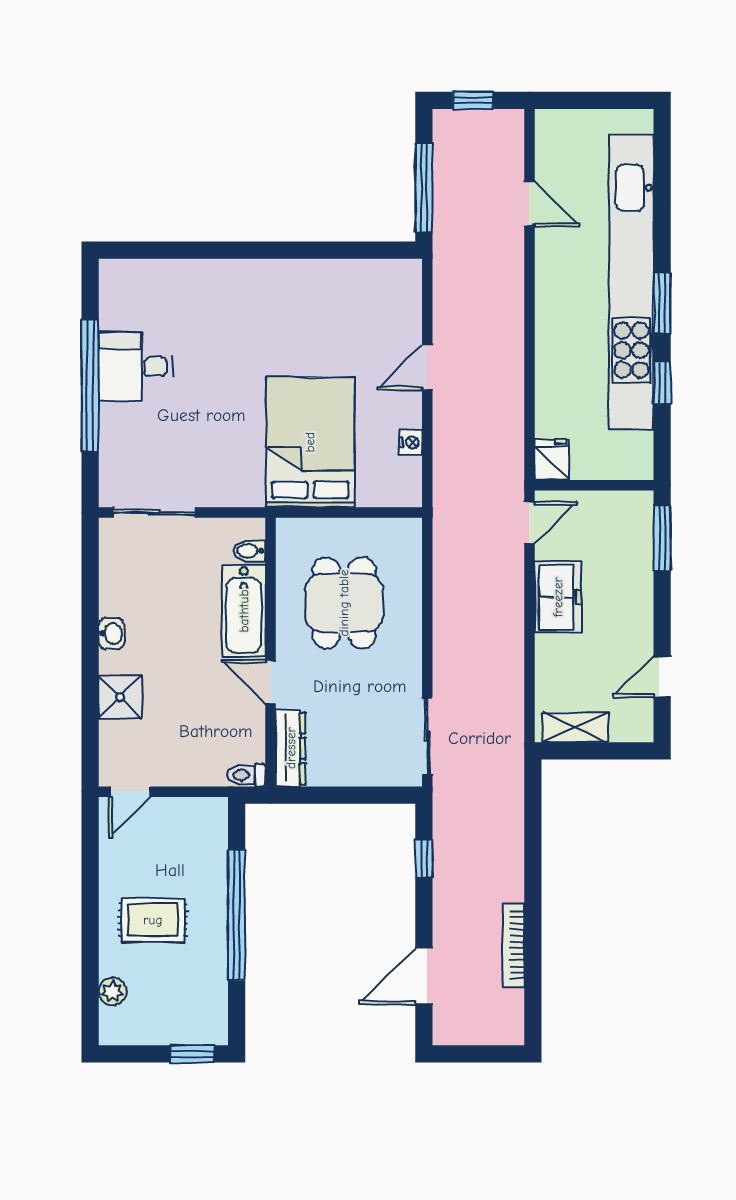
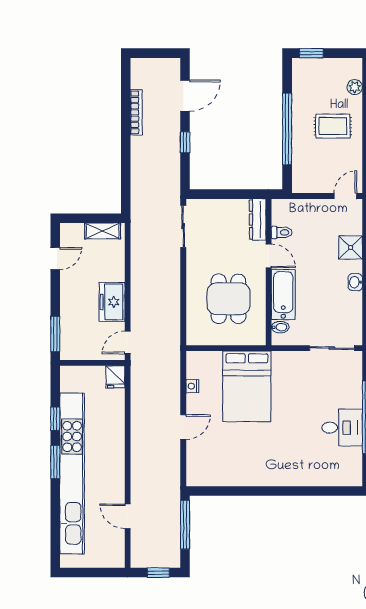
toilet: (246, 775) -> (282, 232), moved
window: (424, 858) -> (185, 142), moved

